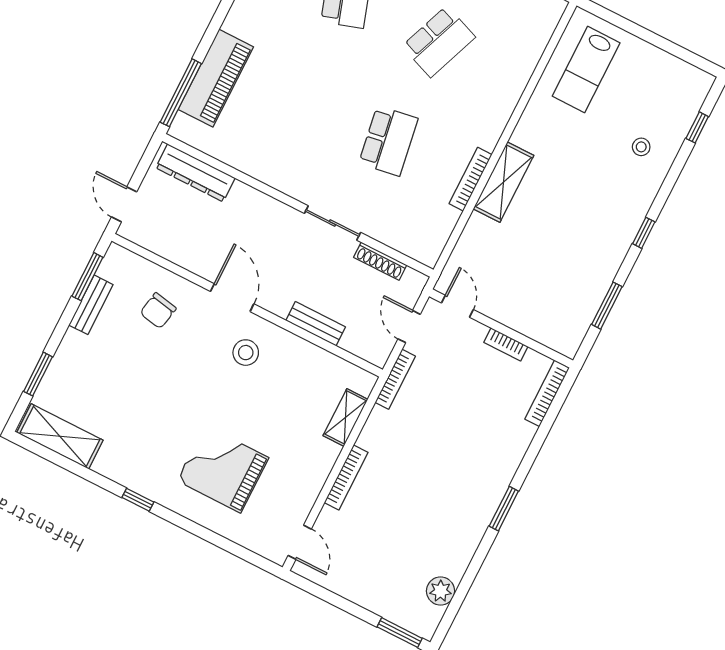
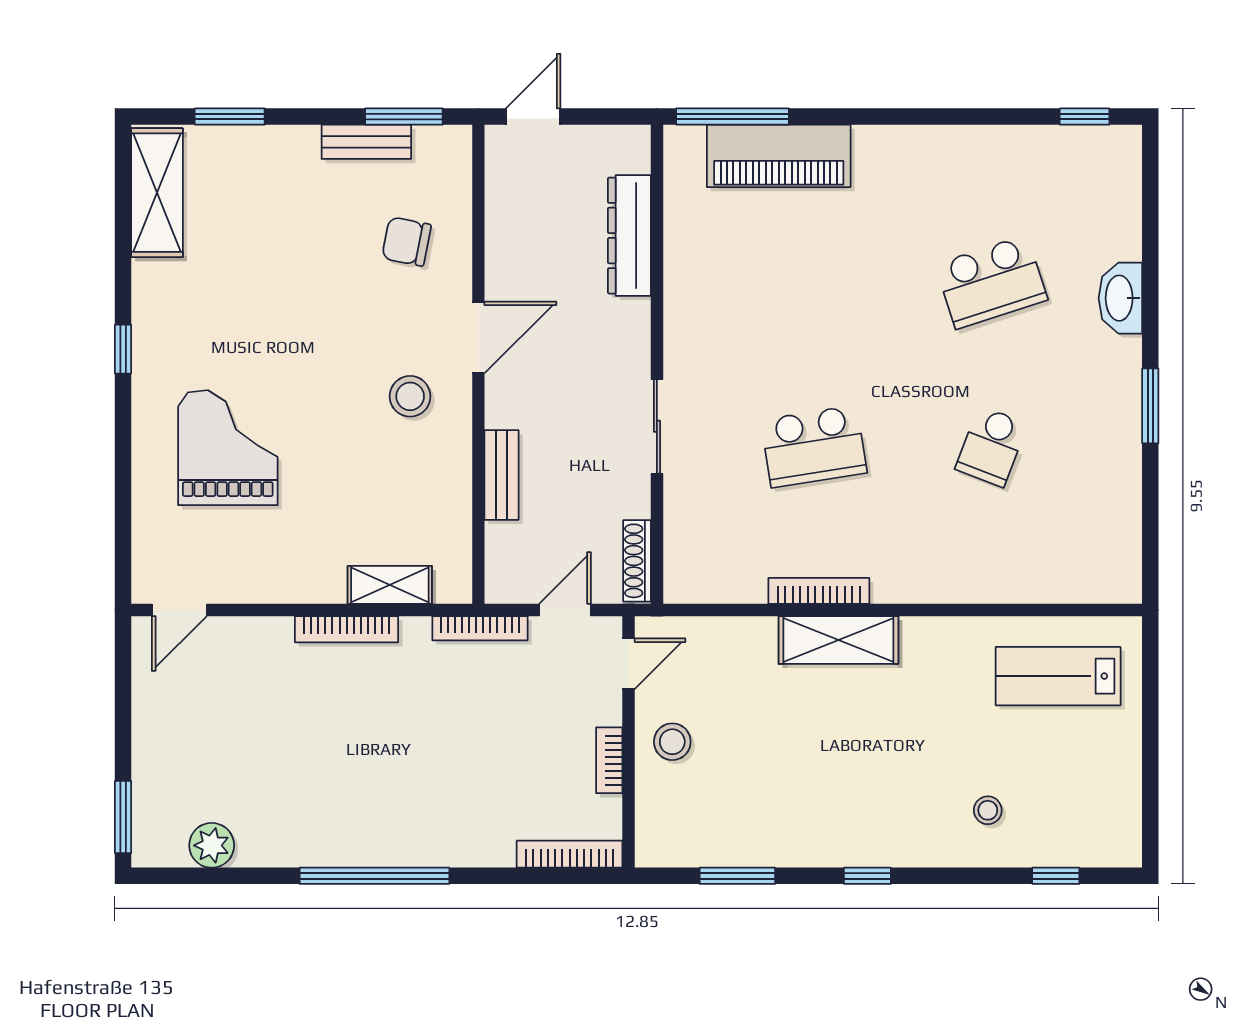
school desk: (439, 42) -> (991, 446), width x0.54
dresser: (195, 173) -> (629, 236), moved
shoe rack: (380, 261) -> (637, 561), moved
stool: (513, 304) -> (672, 742), added
bookcase: (346, 477) -> (347, 629), moved
window: (504, 509) -> (374, 876), width x2.11

